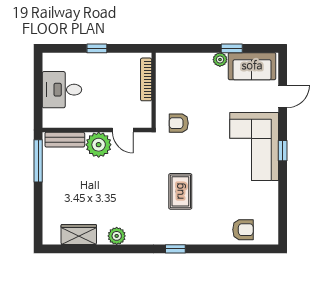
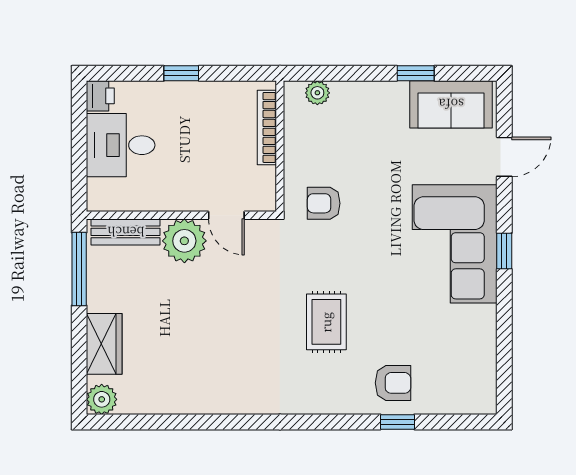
plant: (220, 60) -> (317, 93), moved
printer: (50, 61) -> (100, 96), added
armchair: (243, 230) -> (393, 383), moved
wardrobe: (79, 235) -> (104, 344), moved, turned 90
plant: (117, 236) -> (102, 399), moved
window: (175, 249) -> (397, 422), moved

